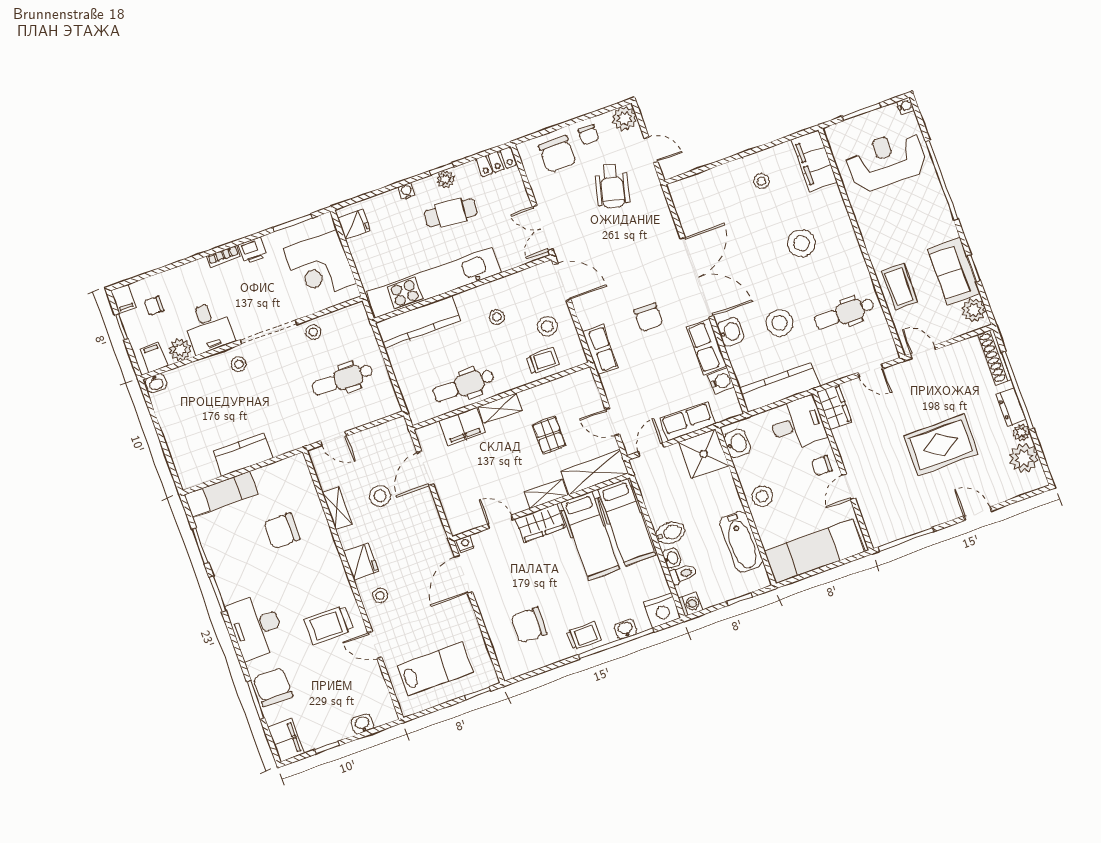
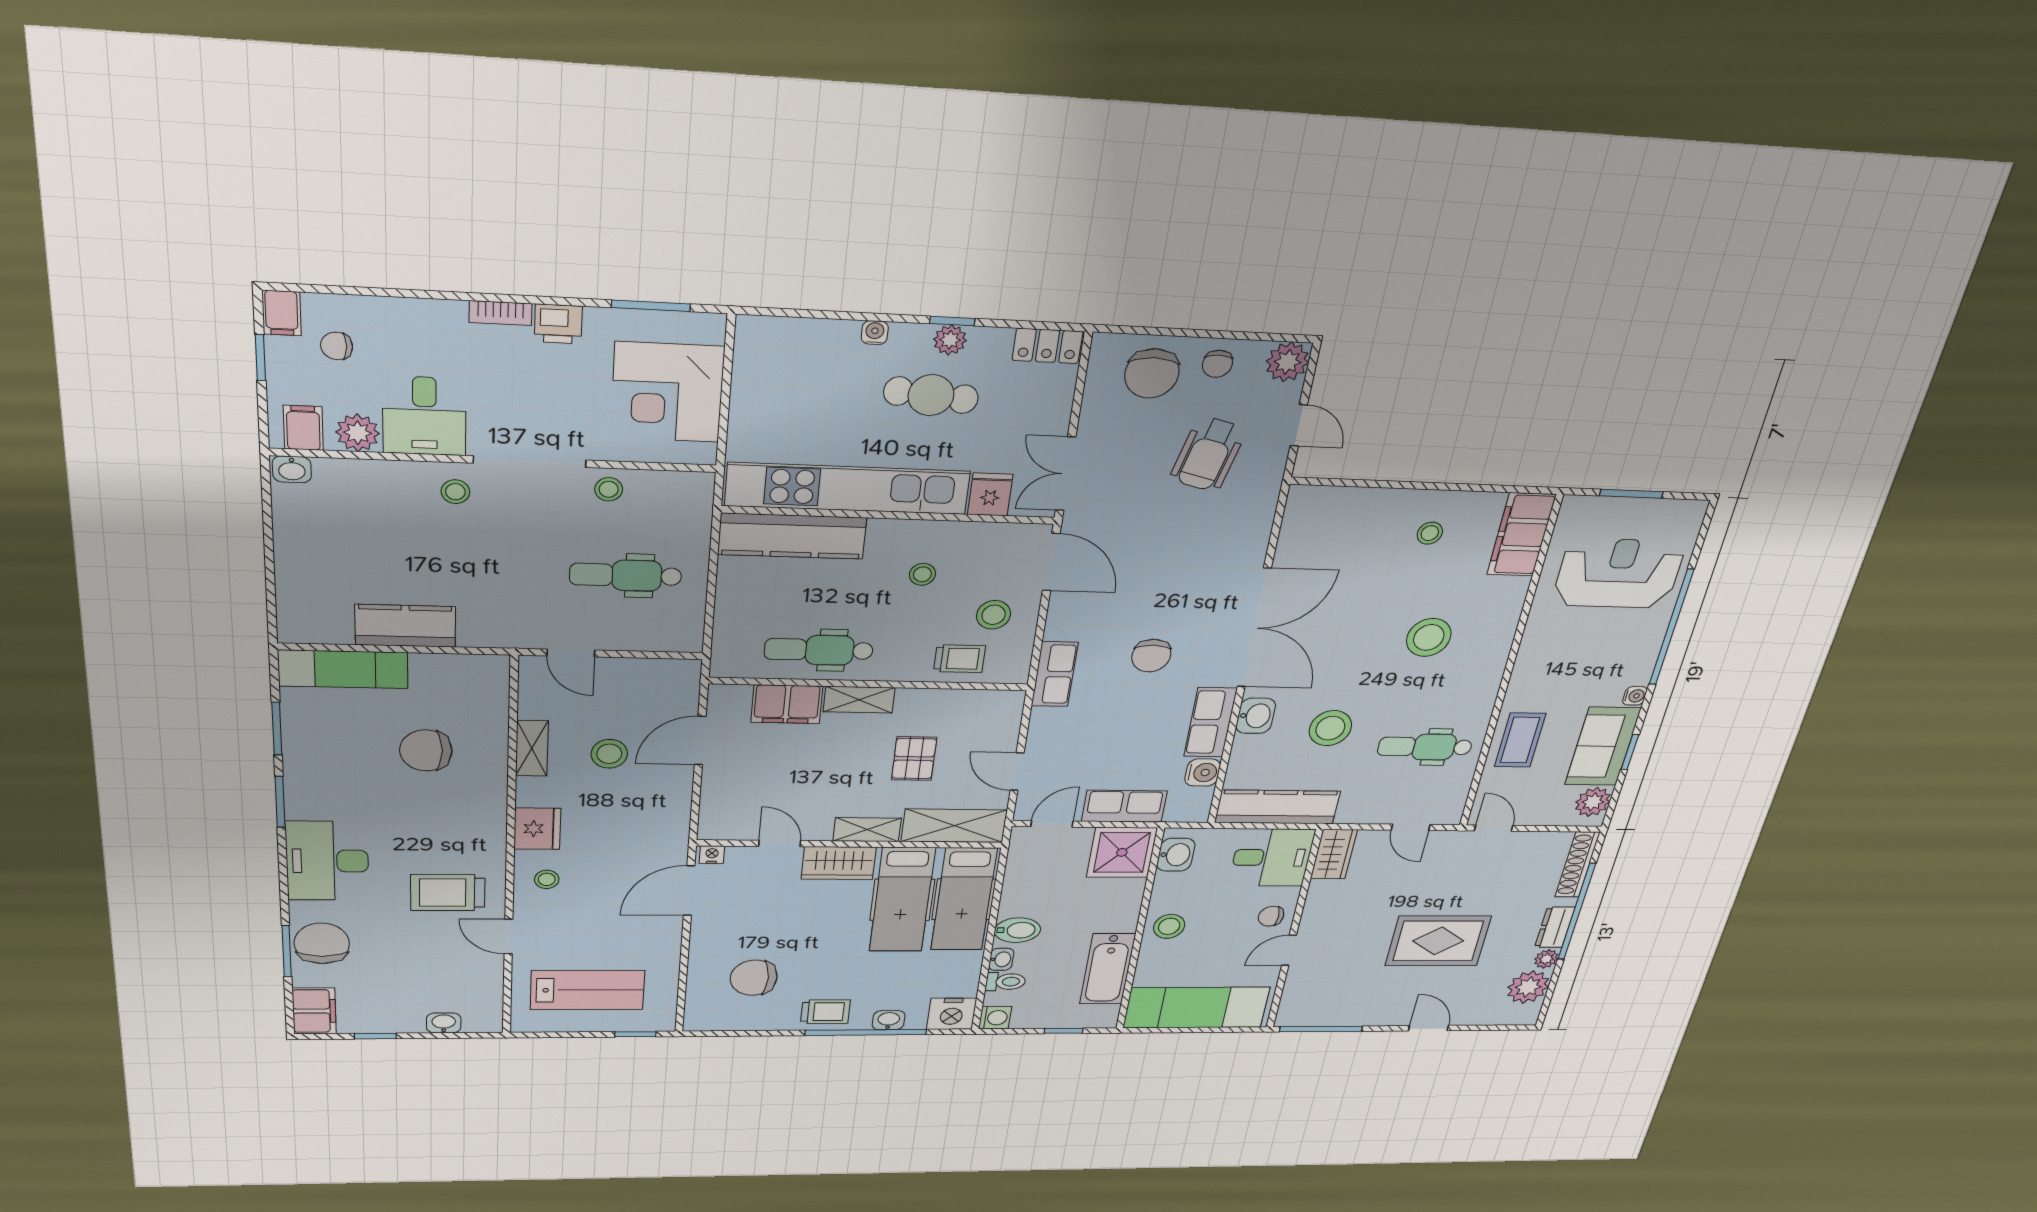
water cooler: (905, 106) -> (1635, 696), moved
fridge: (354, 224) -> (990, 494), moved, turned -90

